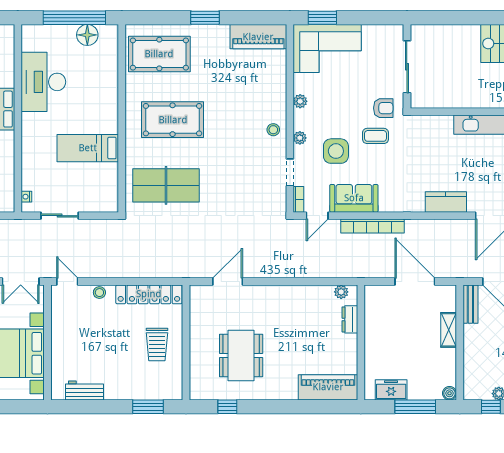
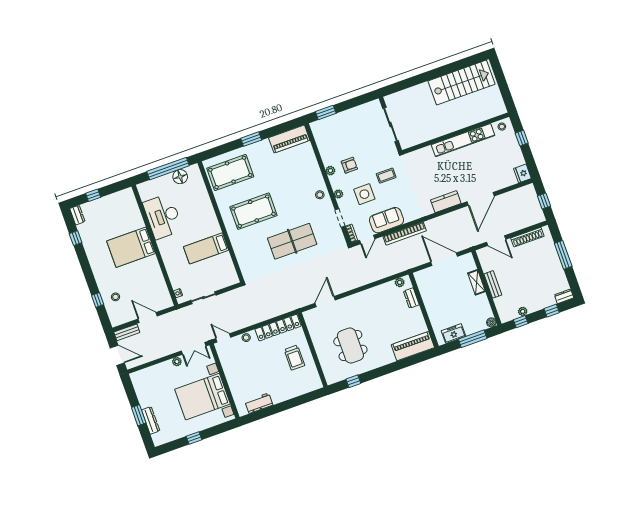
corner sofa: (327, 49) -> (336, 131), removed
armchair: (383, 108) -> (349, 165), moved
table tennis table: (166, 185) -> (292, 241), moved
bench: (470, 304) -> (493, 284), moved
window: (148, 407) -> (303, 399), removed

